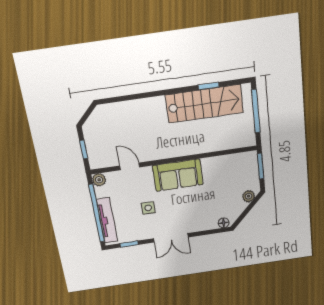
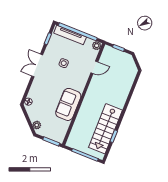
sofa: (178, 175) -> (68, 104), moved

